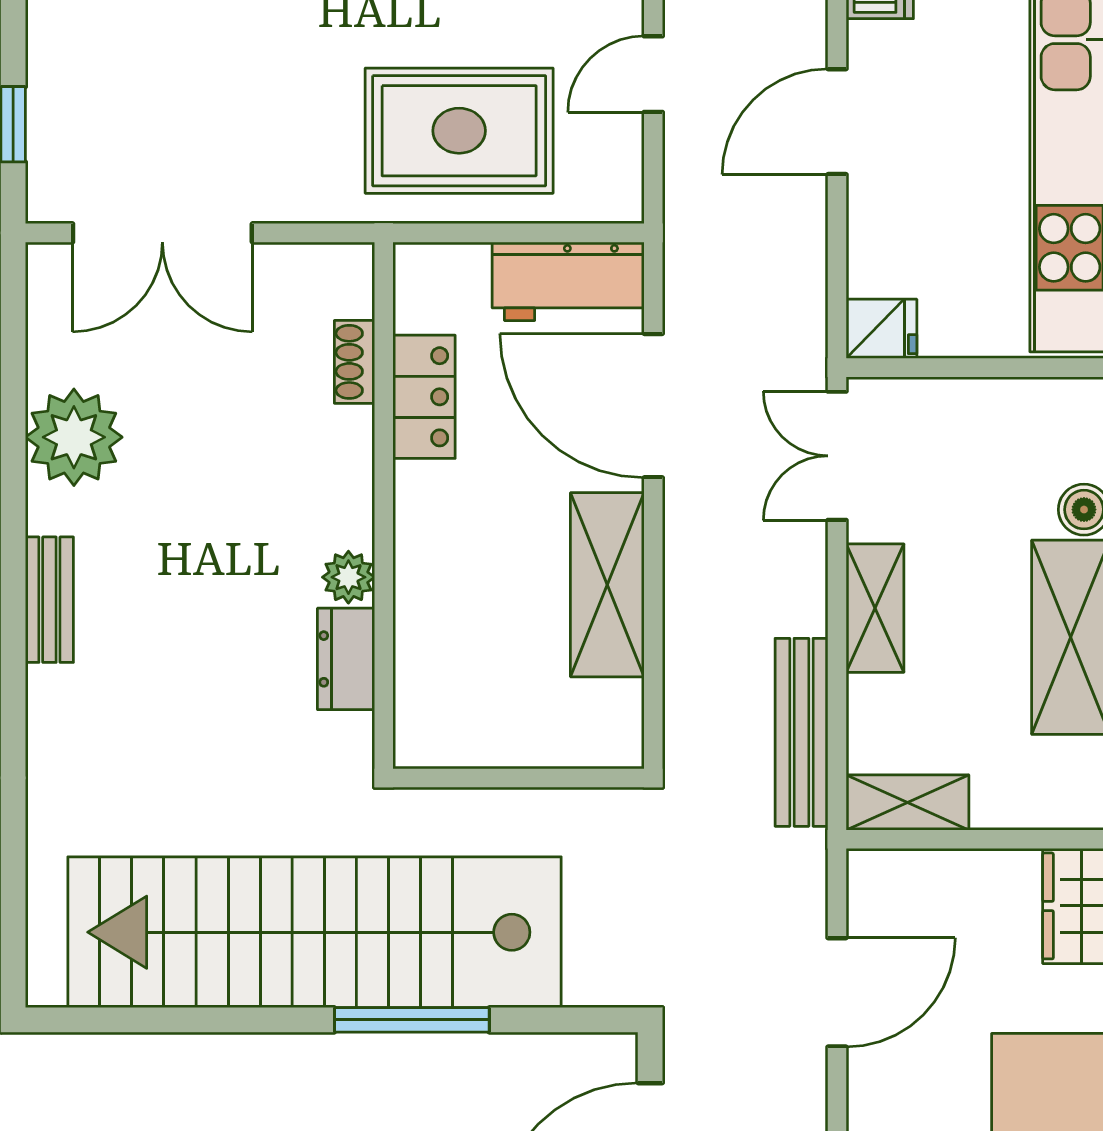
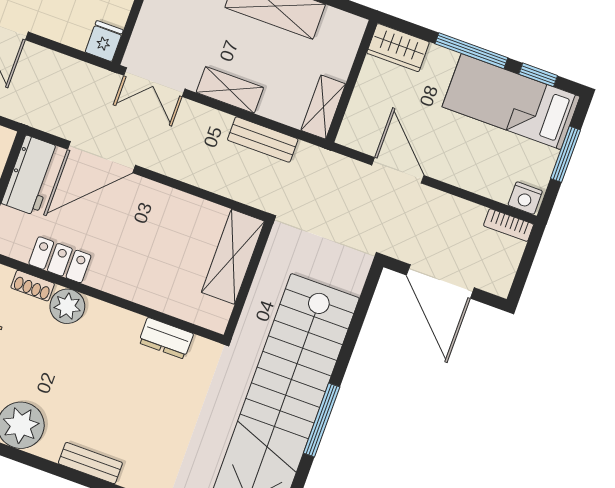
plant: (348, 577) -> (67, 306), moved, width x1.38, depth x1.38
shelving: (607, 585) -> (233, 257), moved, turned 90
bench: (801, 732) -> (263, 140), width x0.73
window: (412, 1020) -> (322, 420), moved

